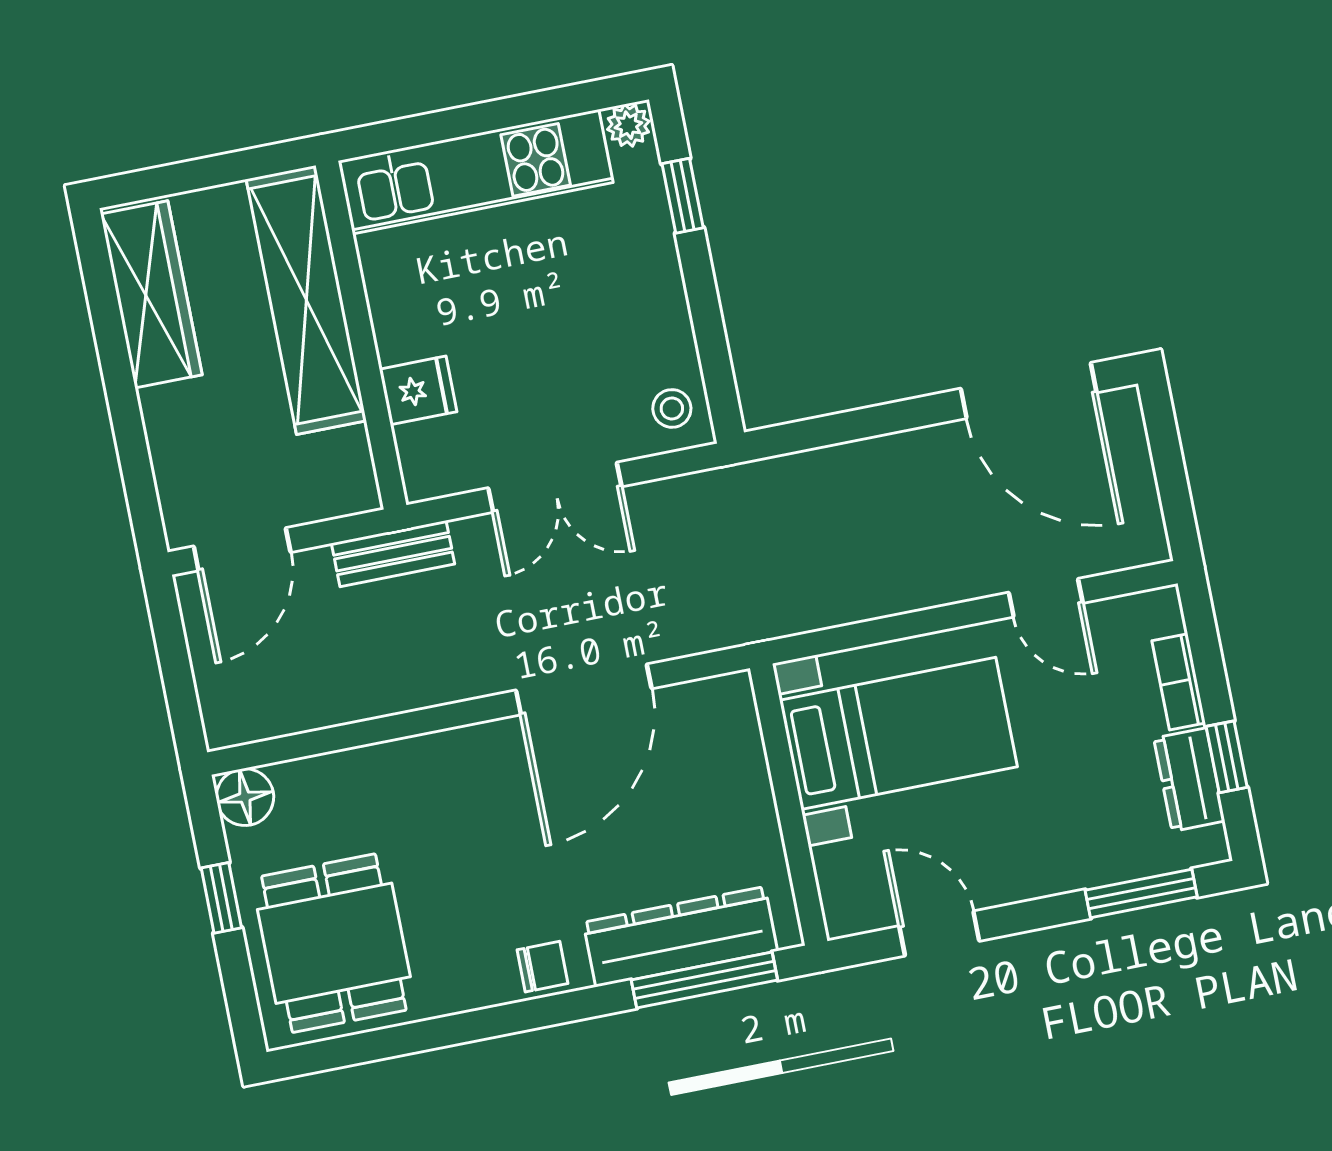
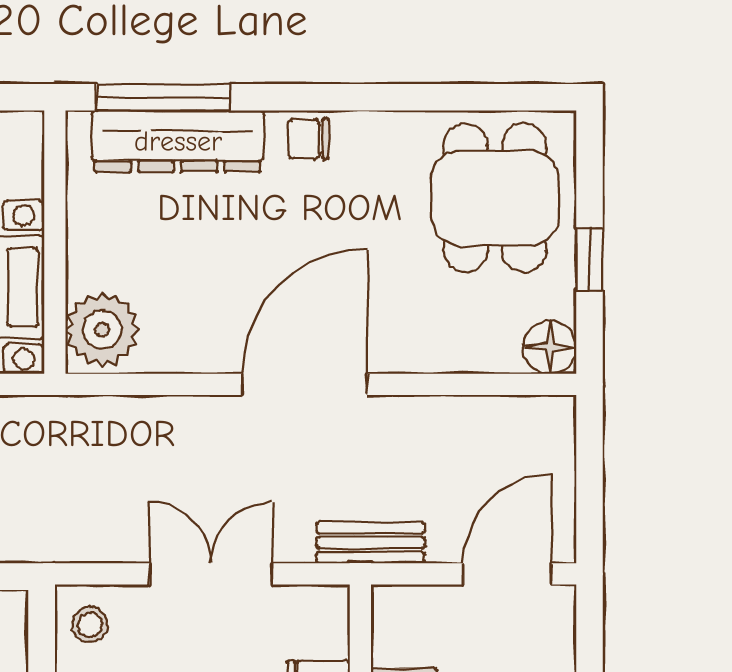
door: (584, 689) -> (305, 384), moved
plant: (721, 722) -> (102, 330), added

